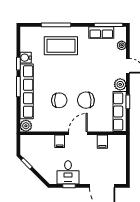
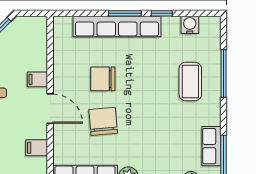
coffee table: (61, 46) -> (190, 82), width x0.73, depth x0.76
water cooler: (26, 58) -> (190, 25), moved
chair: (59, 100) -> (103, 79), turned 90
plant: (26, 126) -> (62, 25), removed

